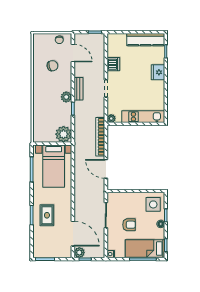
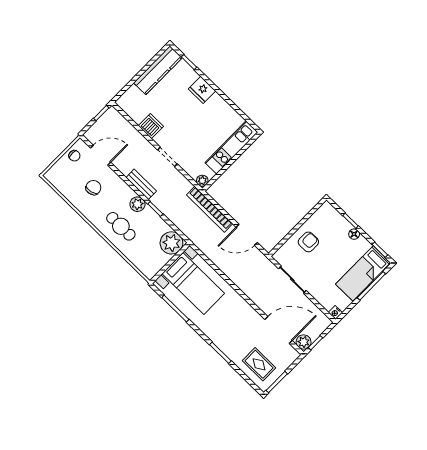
cafe table: (46, 100) -> (121, 226), added
side table: (153, 204) -> (328, 223), removed
rug: (47, 215) -> (259, 364), moved
armchair: (129, 225) -> (308, 242), moved

